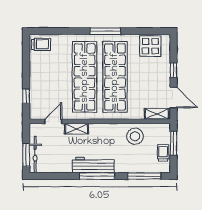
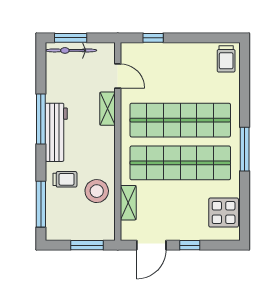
shelving: (157, 114) -> (128, 203), moved
trolley: (163, 153) -> (65, 179), moved
window: (97, 176) -> (41, 119), moved

